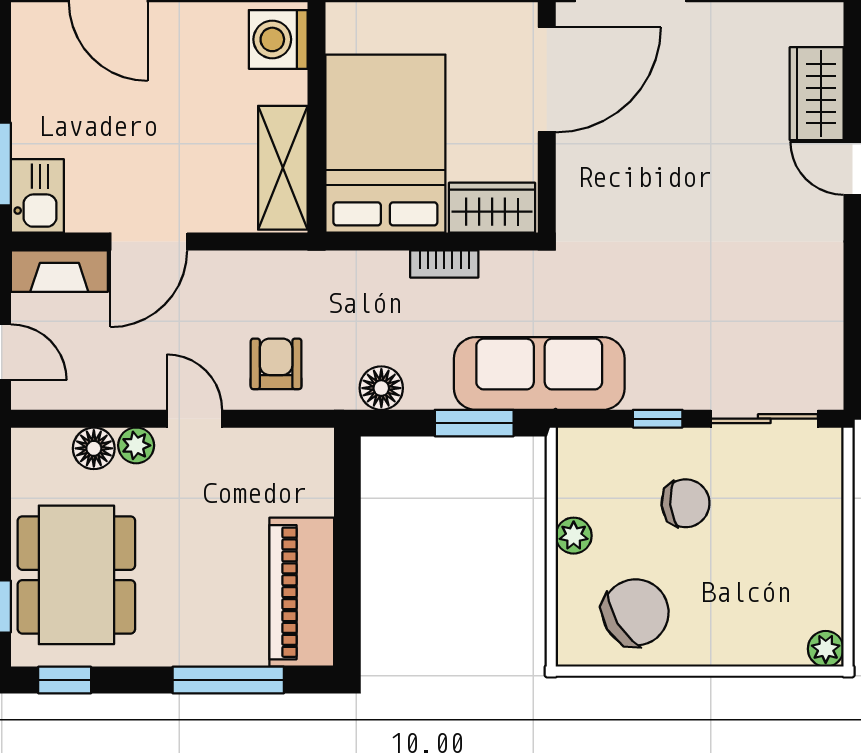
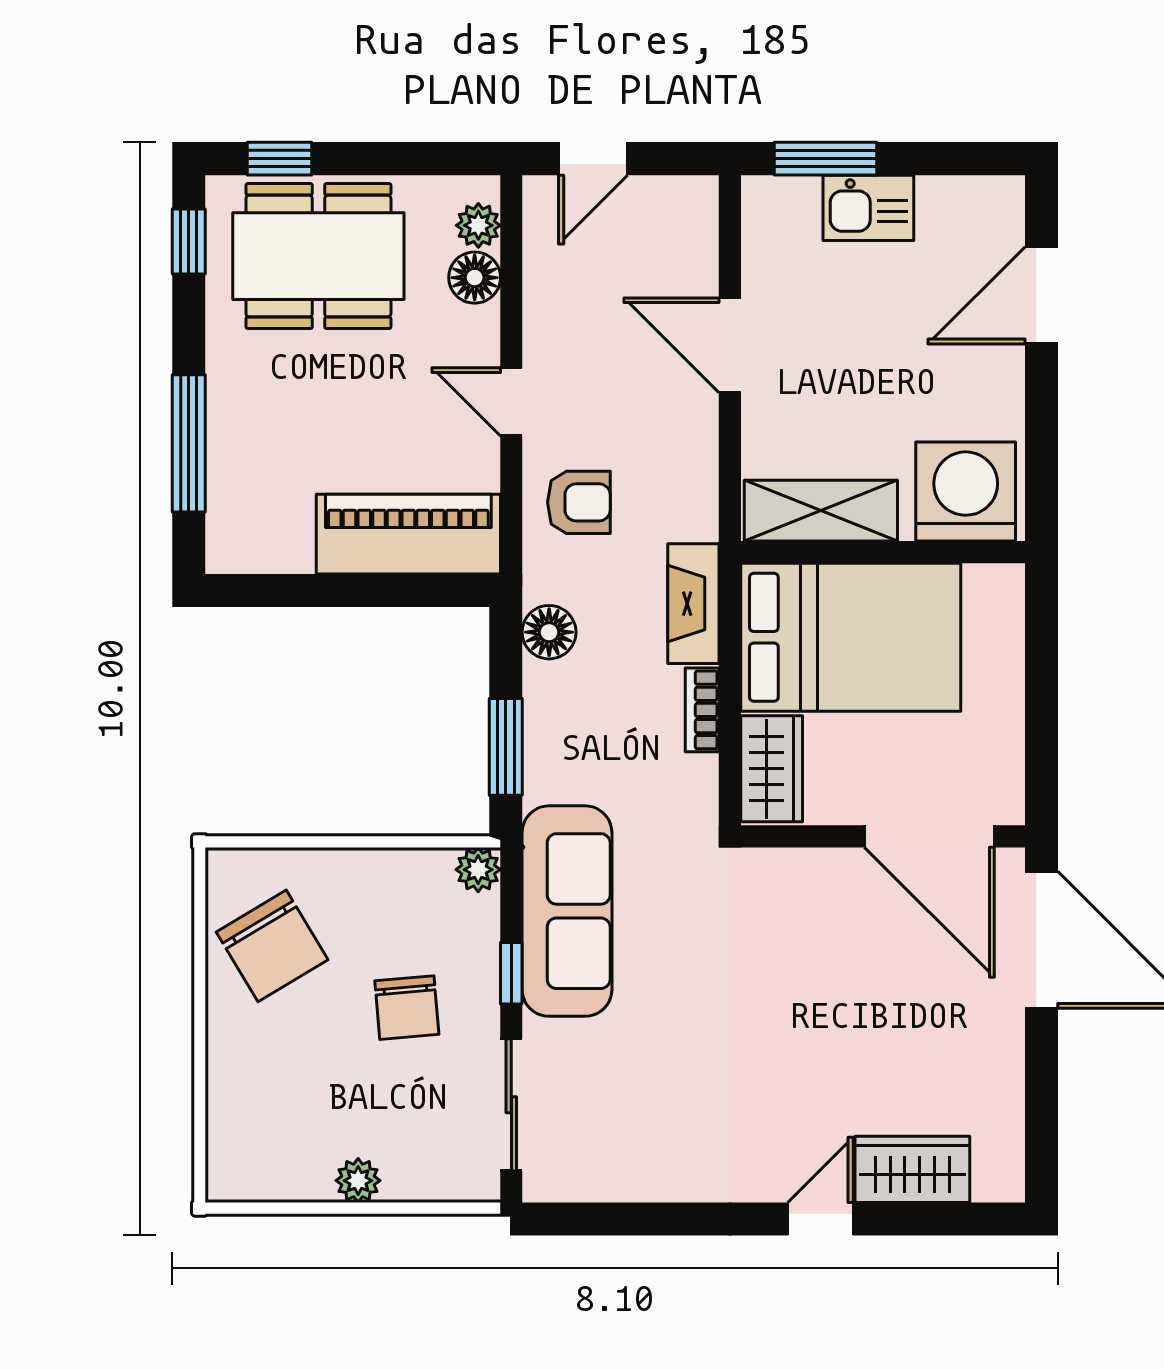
washing machine: (278, 39) -> (966, 492), width x1.37, depth x1.37
kitchen sink: (37, 196) -> (868, 208), moved
fireplace: (59, 271) -> (693, 604), moved
sofa: (539, 373) -> (567, 911), moved
door: (195, 419) -> (511, 402), swing flipped
plant: (136, 445) -> (478, 225), moved
plant: (574, 536) -> (478, 870), moved
piano: (302, 592) -> (408, 534), moved
plant: (826, 649) -> (358, 1181), moved

